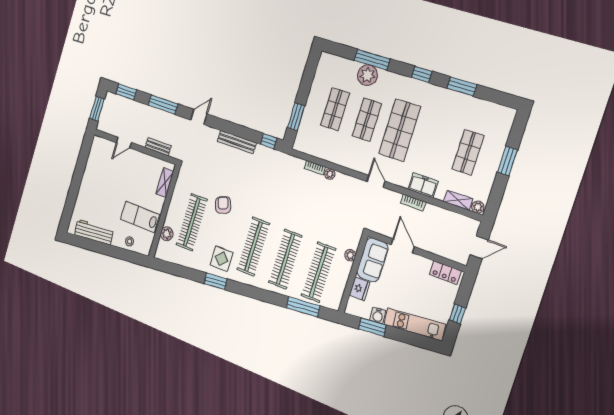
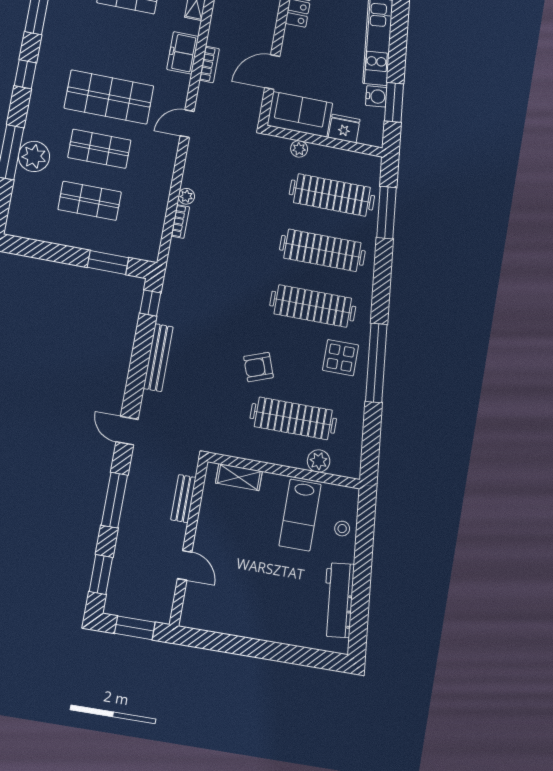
window: (216, 281) -> (376, 363), width x2.11

